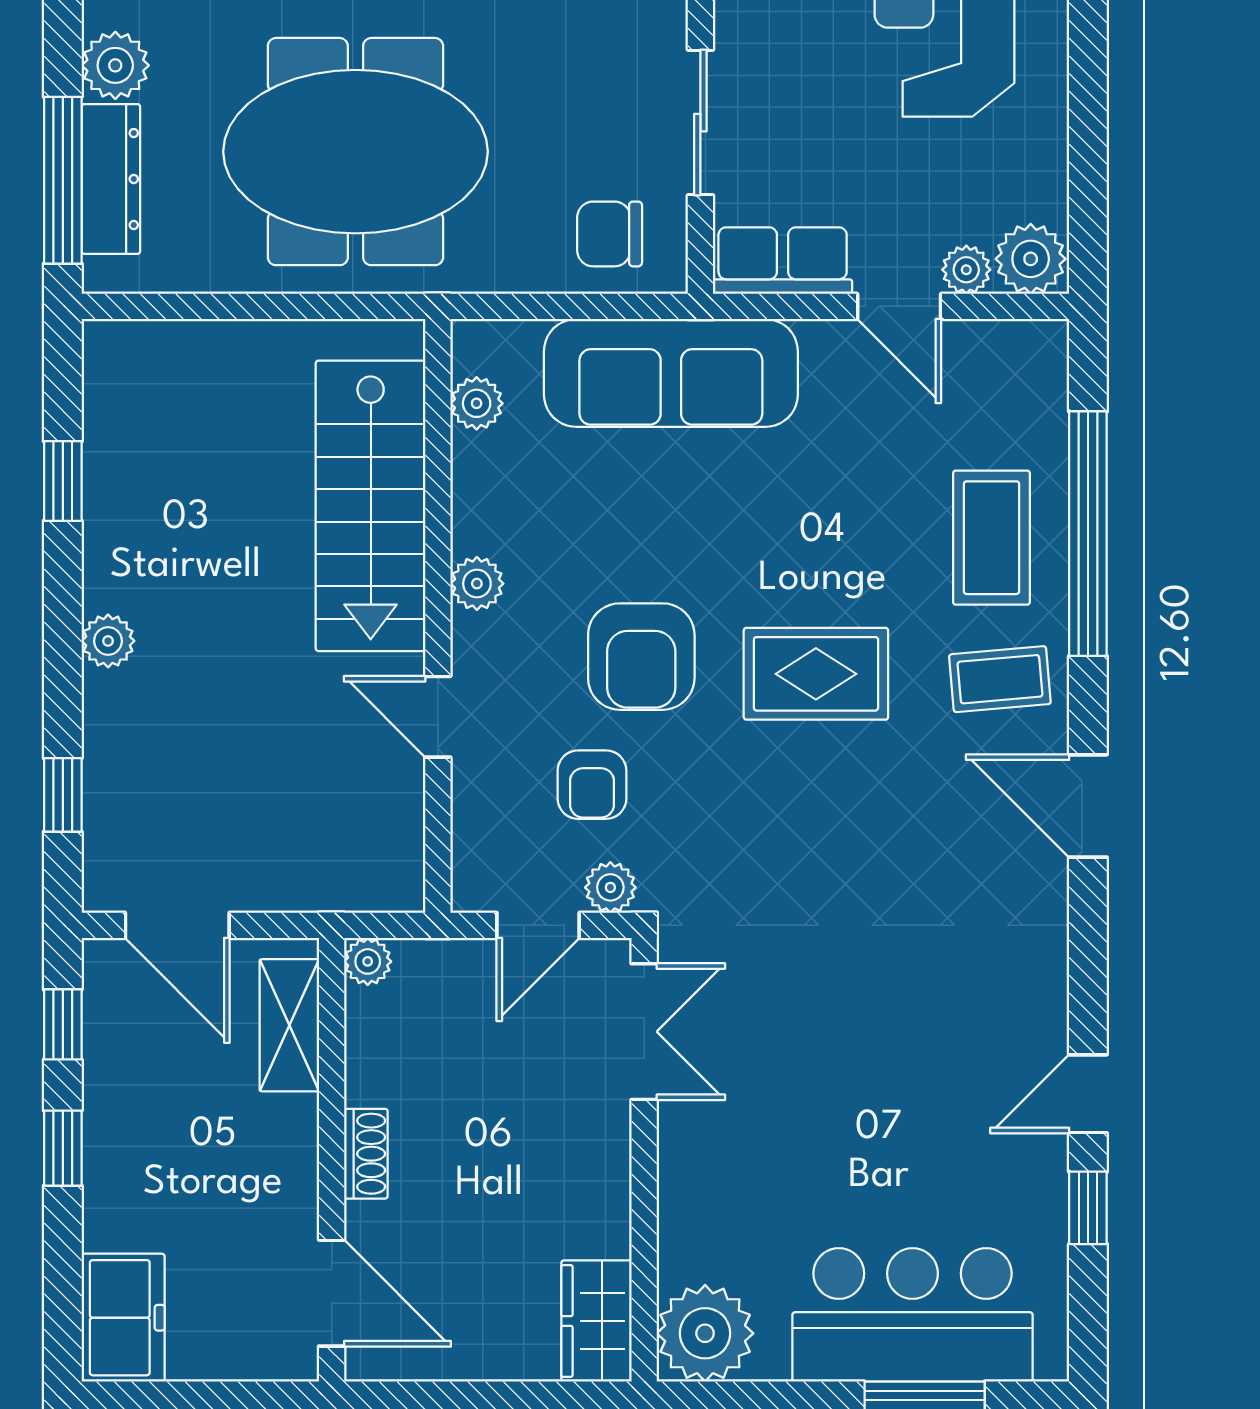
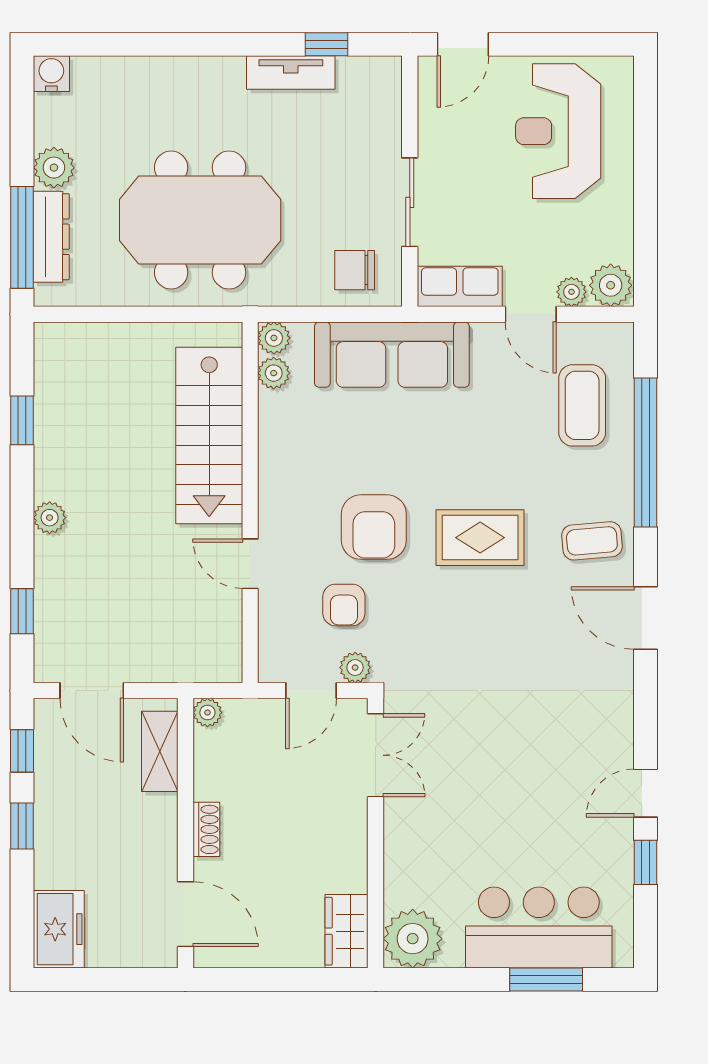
coffee table: (991, 538) -> (582, 405), moved
plant: (477, 584) -> (274, 338), moved

